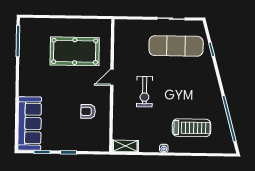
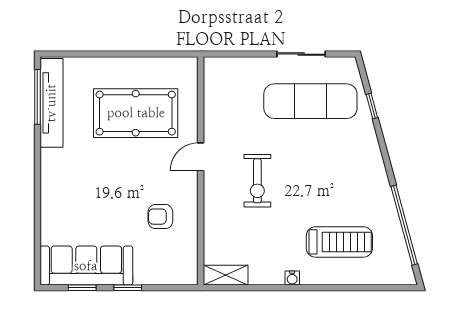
tv unit: (26, 45) -> (51, 103), added
sofa: (30, 123) -> (86, 266), moved, turned -90

